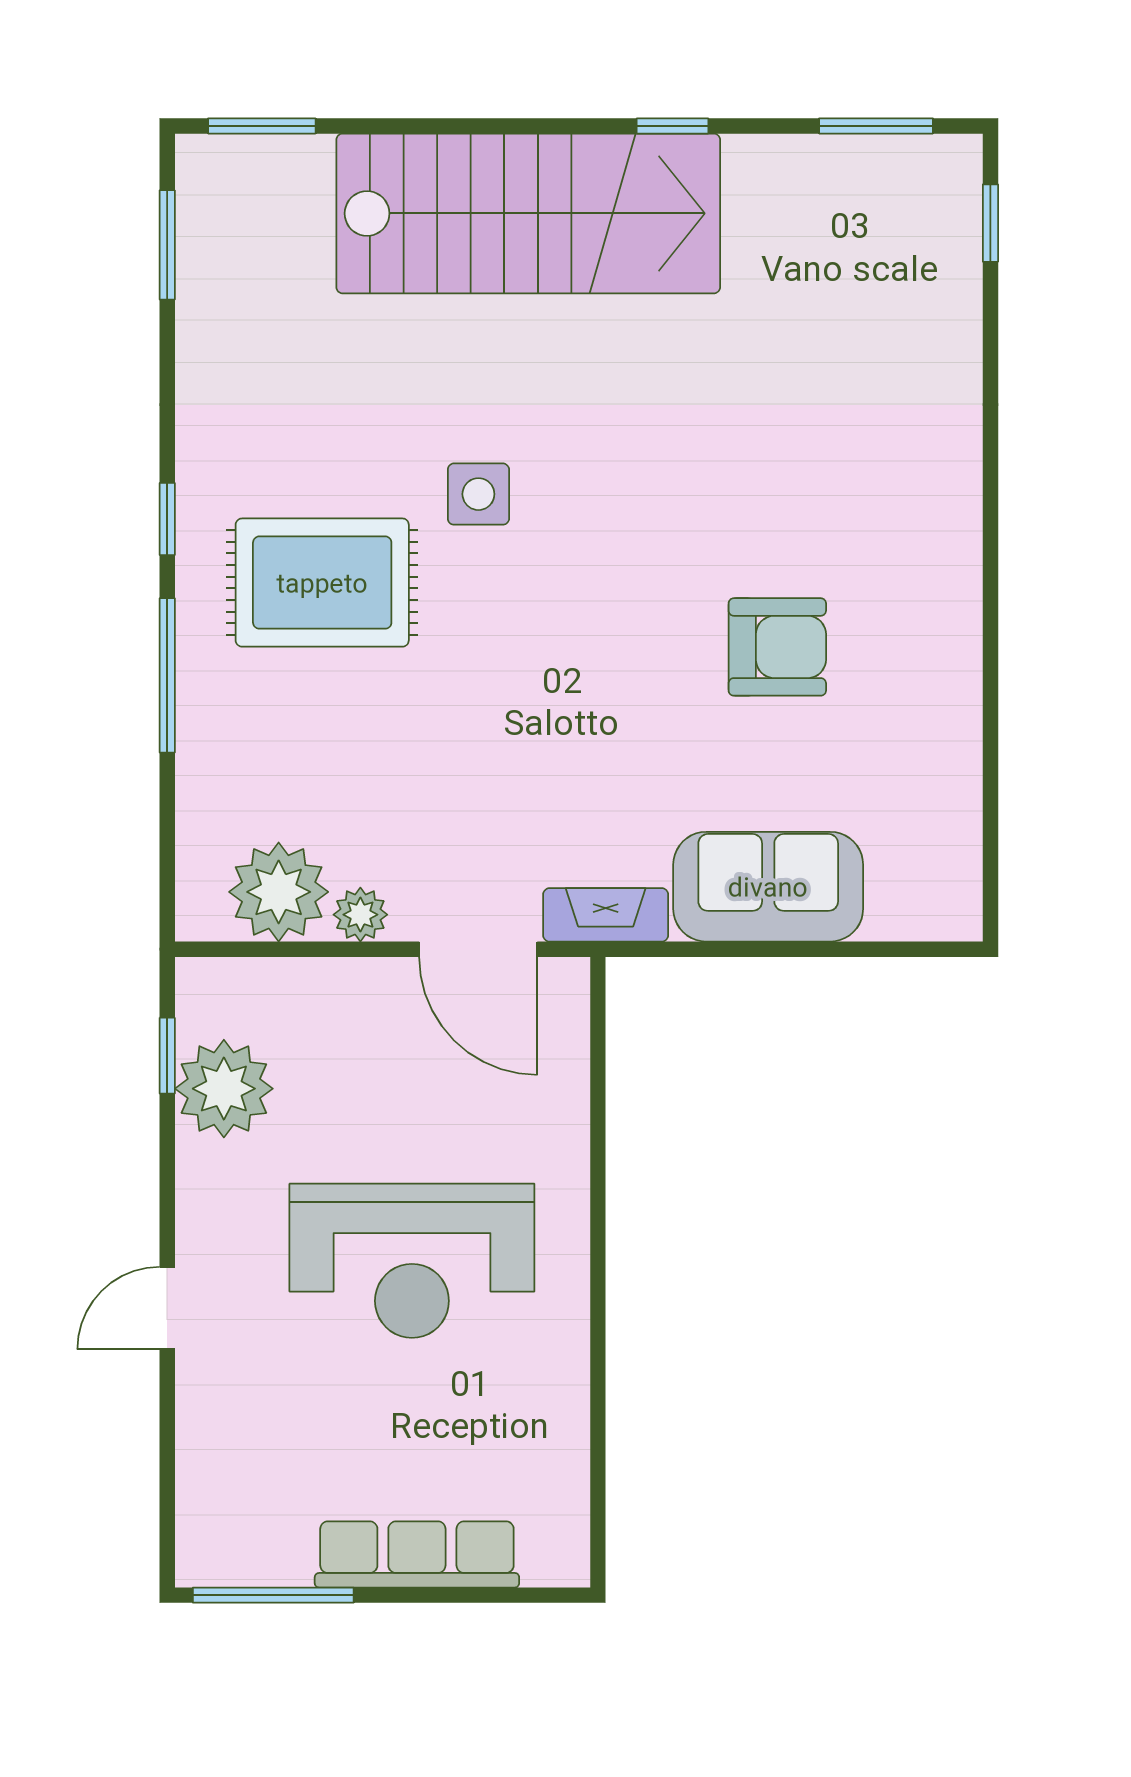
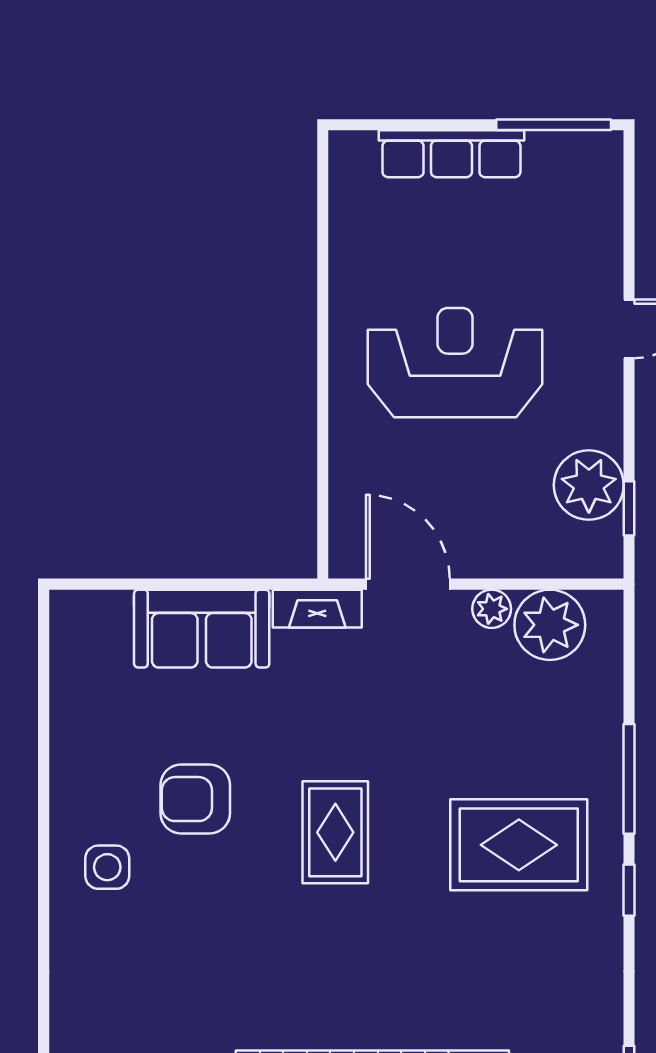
side table: (478, 494) -> (107, 867), moved
rug: (580, 600) -> (335, 832), added

